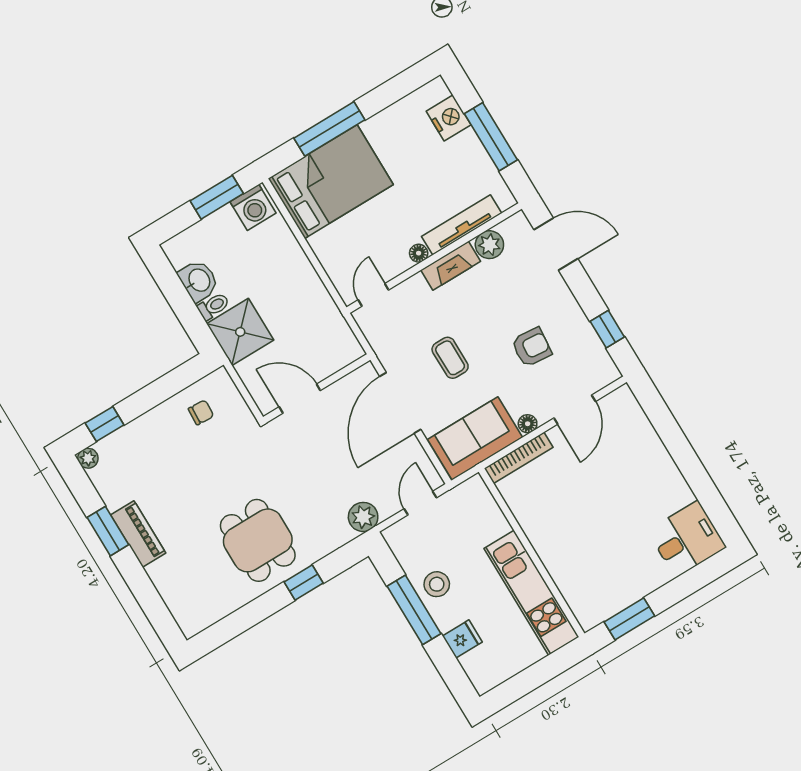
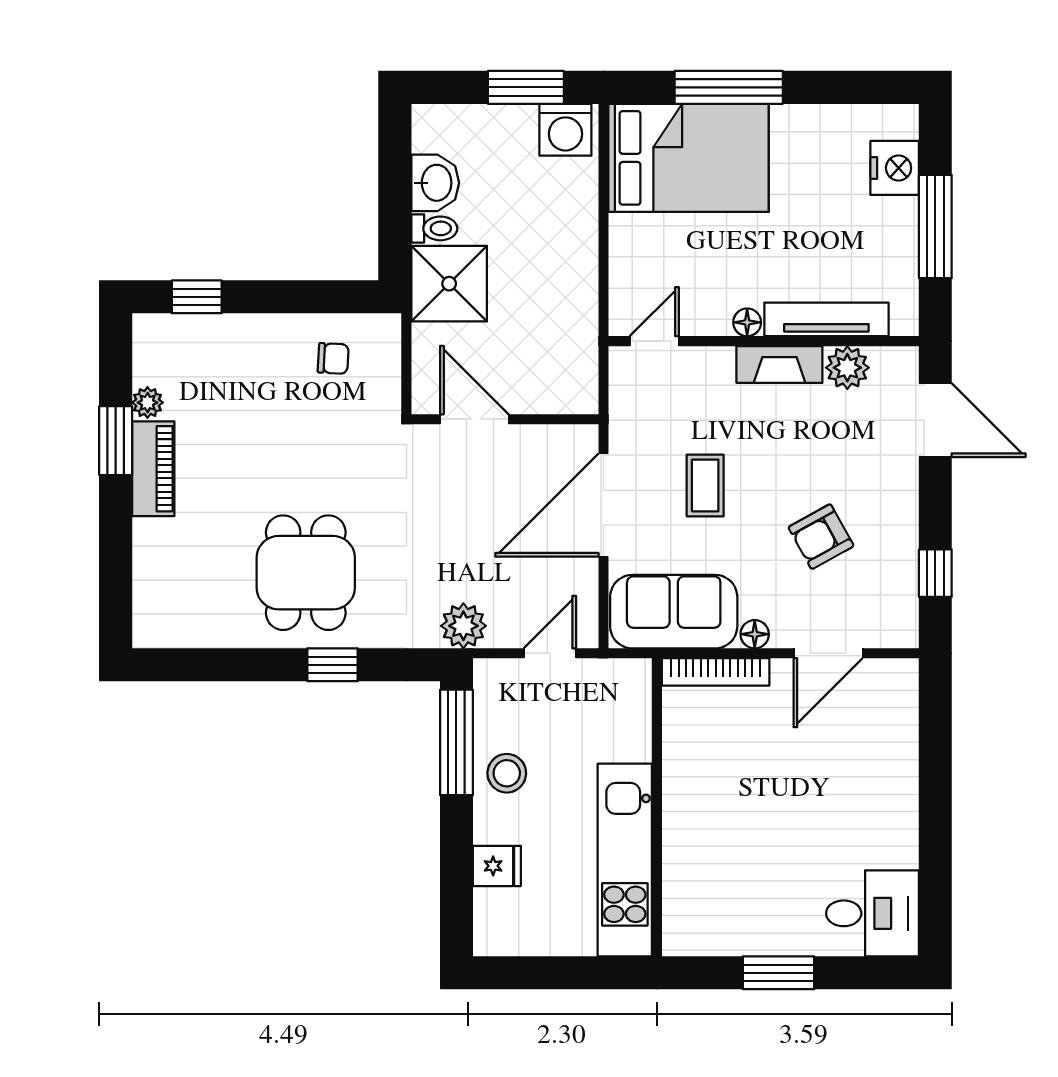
armchair: (532, 347) -> (821, 537), turned 146
plant: (88, 458) -> (148, 403), moved
window: (414, 610) -> (456, 742), moved
window: (629, 619) -> (779, 973), moved

